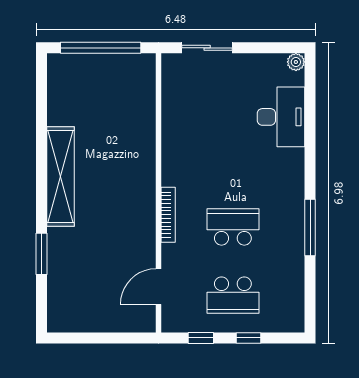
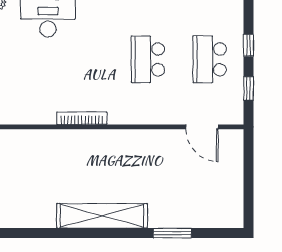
bookcase: (168, 215) -> (82, 118), moved
school desk: (233, 295) -> (210, 59), turned 180

